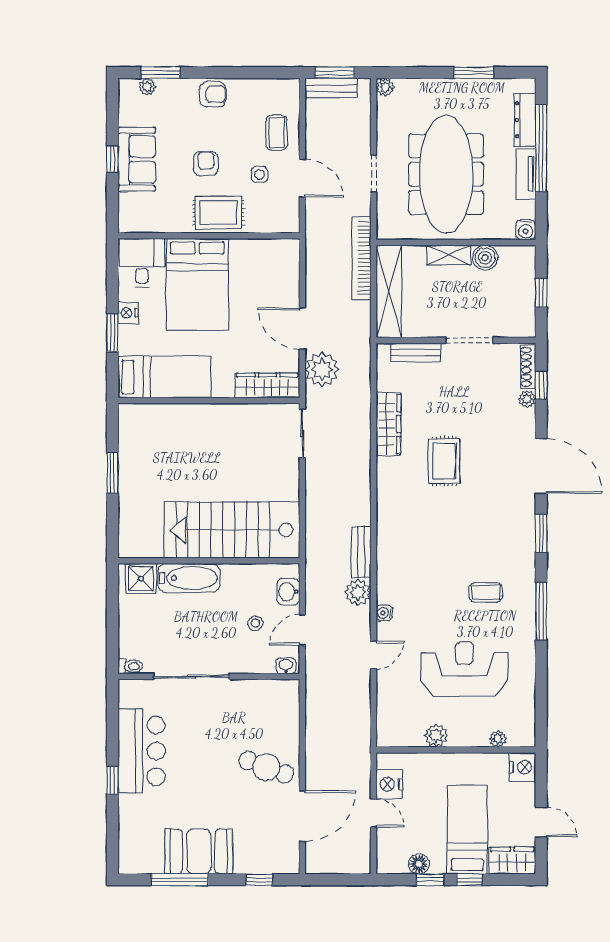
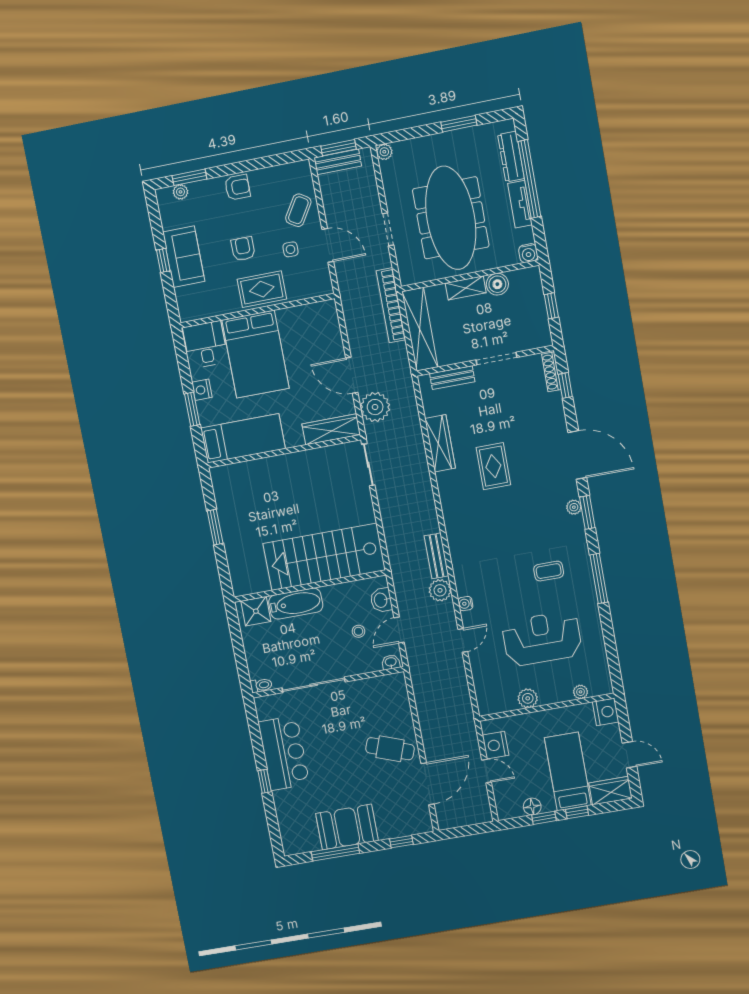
coffee table: (277, 133) -> (298, 210), turned 32
plant: (527, 399) -> (574, 507), moved

